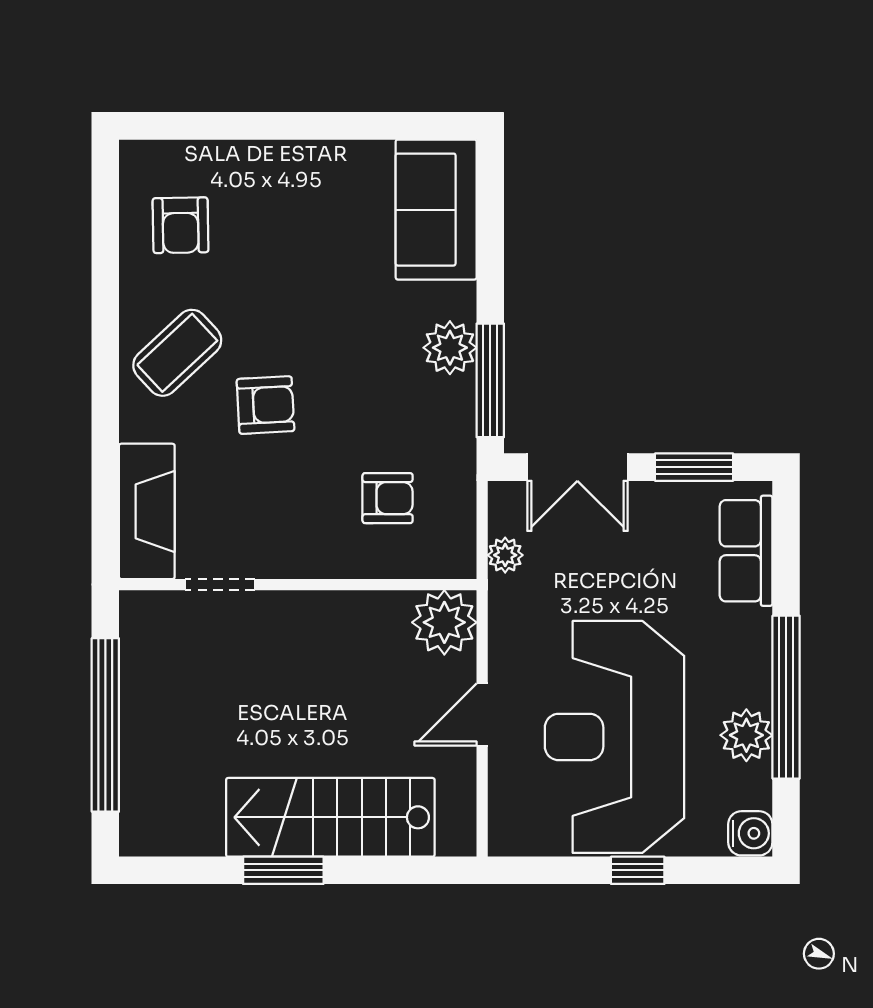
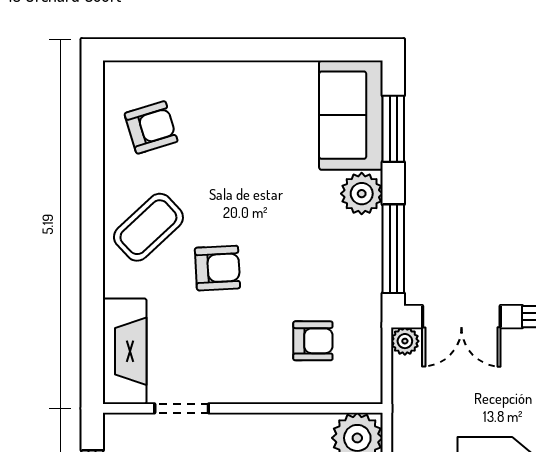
armchair: (181, 225) -> (151, 127), turned -106
window: (490, 227) -> (393, 129), added
plant: (450, 348) -> (362, 194), moved
plant: (505, 555) -> (405, 341), moved

